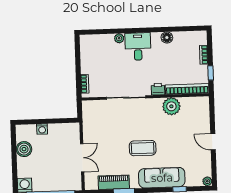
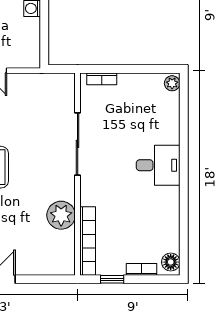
plant: (119, 38) -> (172, 83), moved
floor lamp: (167, 38) -> (171, 262), moved
printer: (158, 89) -> (89, 195), removed

